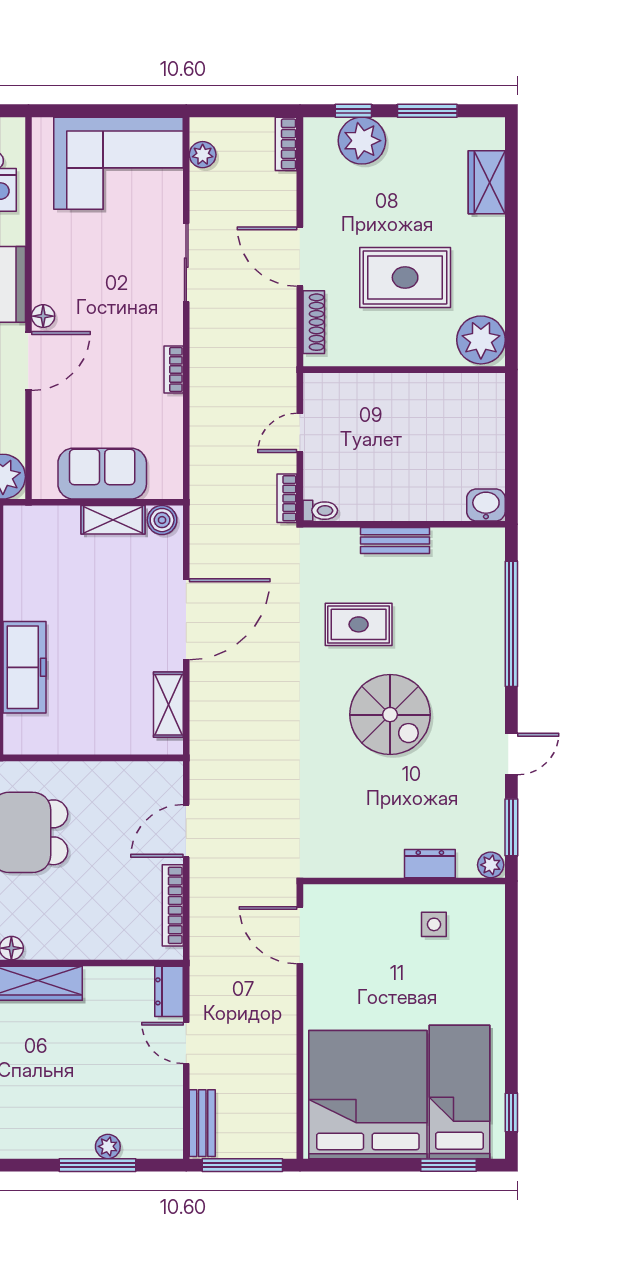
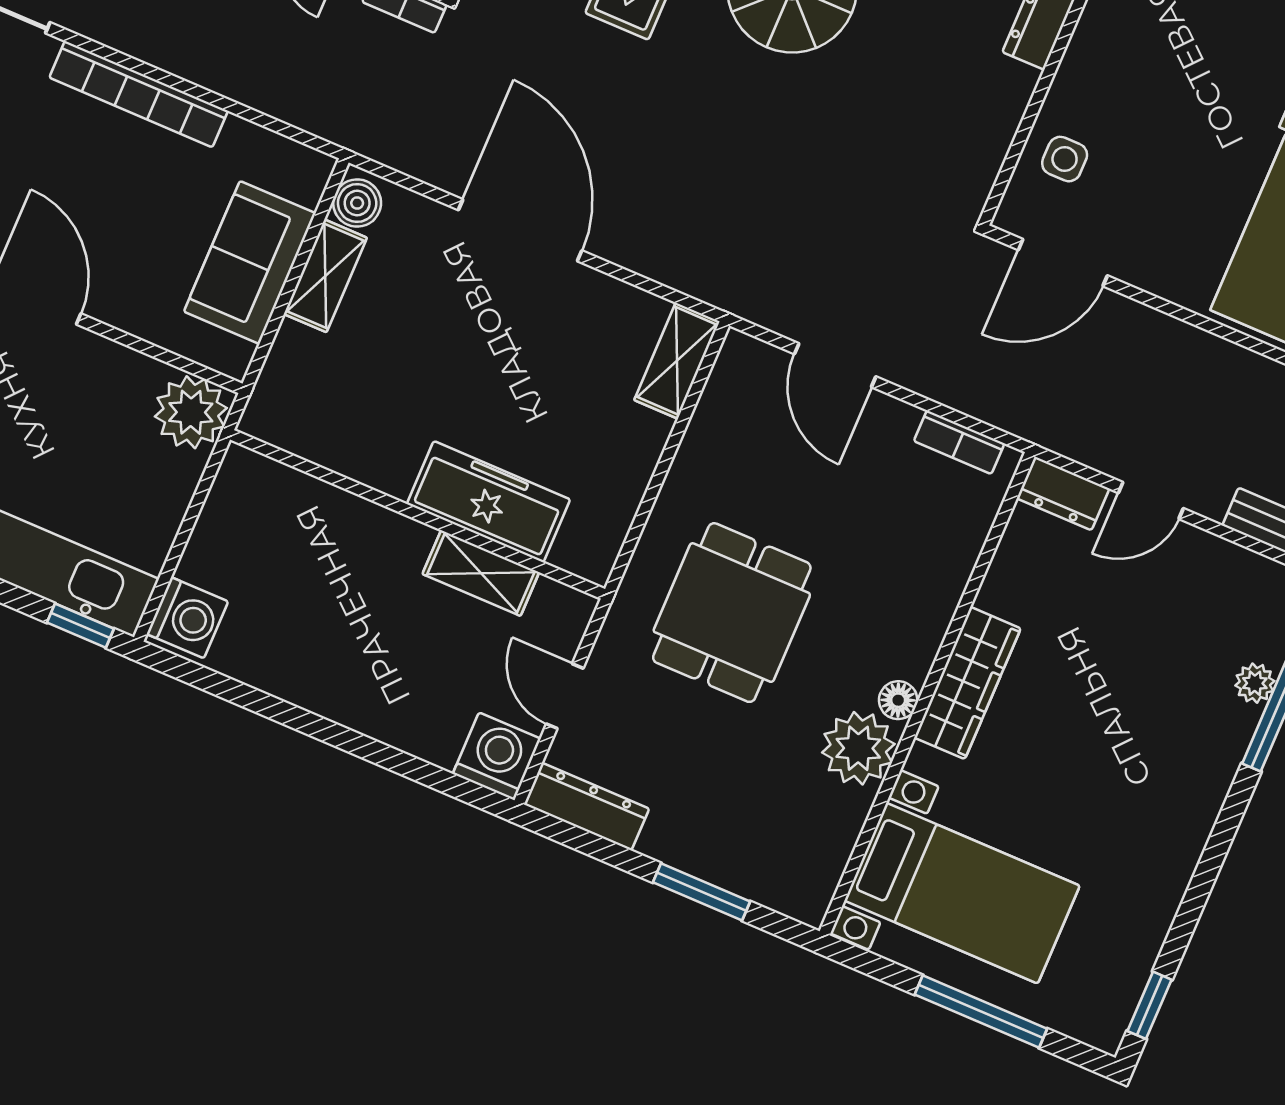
bookcase: (174, 369) -> (139, 94), width x2.31, depth x1.31
shelving: (168, 705) -> (677, 361), moved, turned 90
bookcase: (173, 905) -> (959, 442), width x0.64
side table: (434, 924) -> (1065, 159), moved

